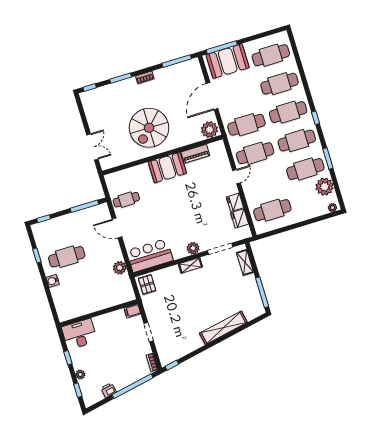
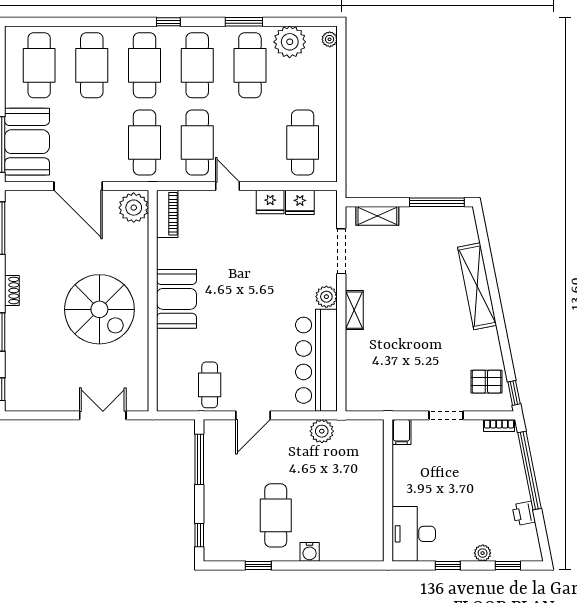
piano: (195, 154) -> (167, 214), moved
bar counter: (150, 255) -> (316, 360), width x1.36
pallet: (147, 284) -> (486, 382), moved

